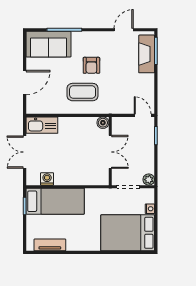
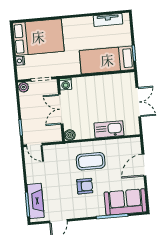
armchair: (91, 65) -> (85, 186), turned 90
kitchen sink: (42, 125) -> (109, 129), moved
washing machine: (47, 179) -> (66, 84), moved

